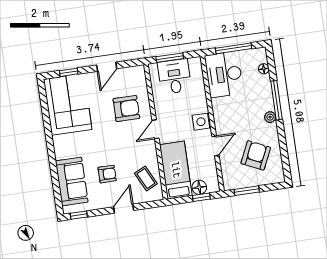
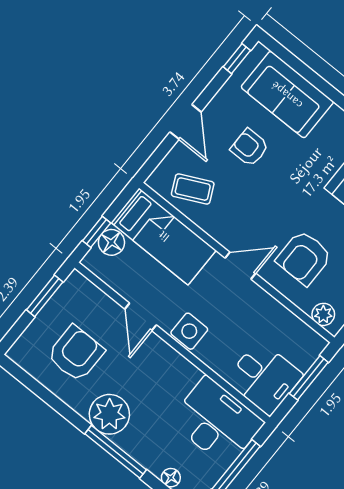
desk: (174, 76) -> (264, 378), moved
plant: (140, 78) -> (323, 314), added
plant: (270, 117) -> (109, 414), width x1.88, depth x1.88
door: (155, 129) -> (240, 266), hinge flipped
armchair: (256, 155) -> (76, 353), turned -115
armchair: (107, 174) -> (250, 148), turned 90

